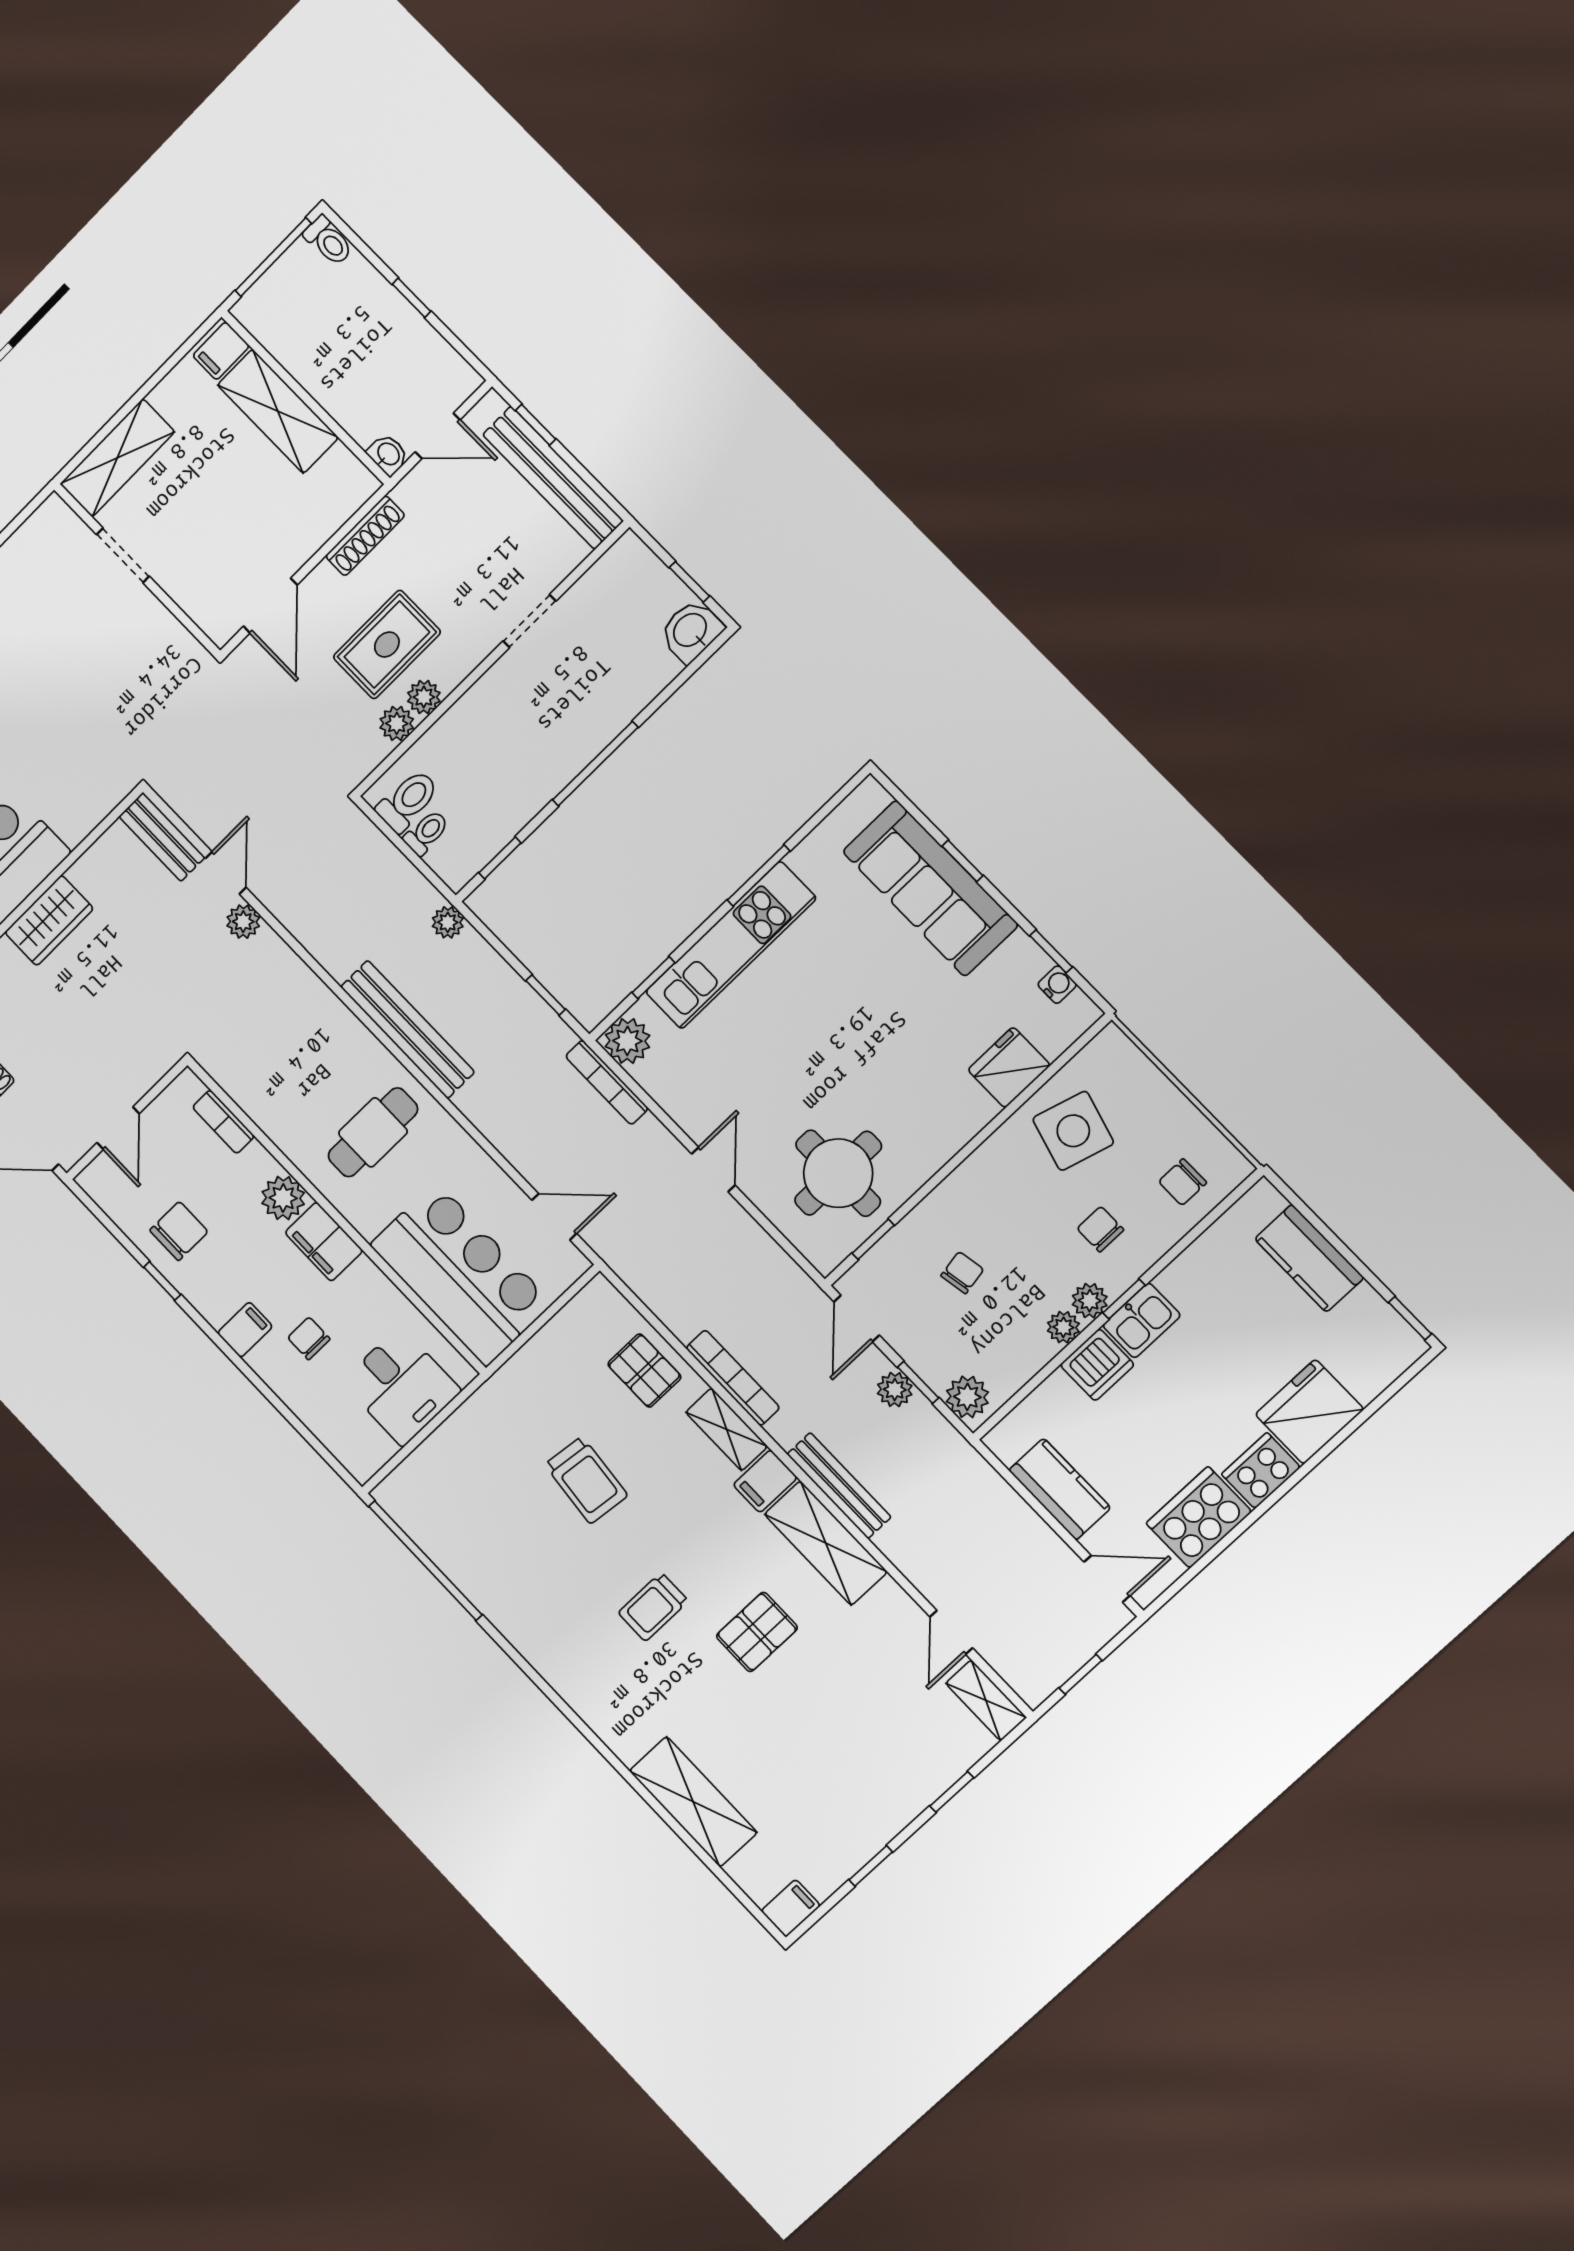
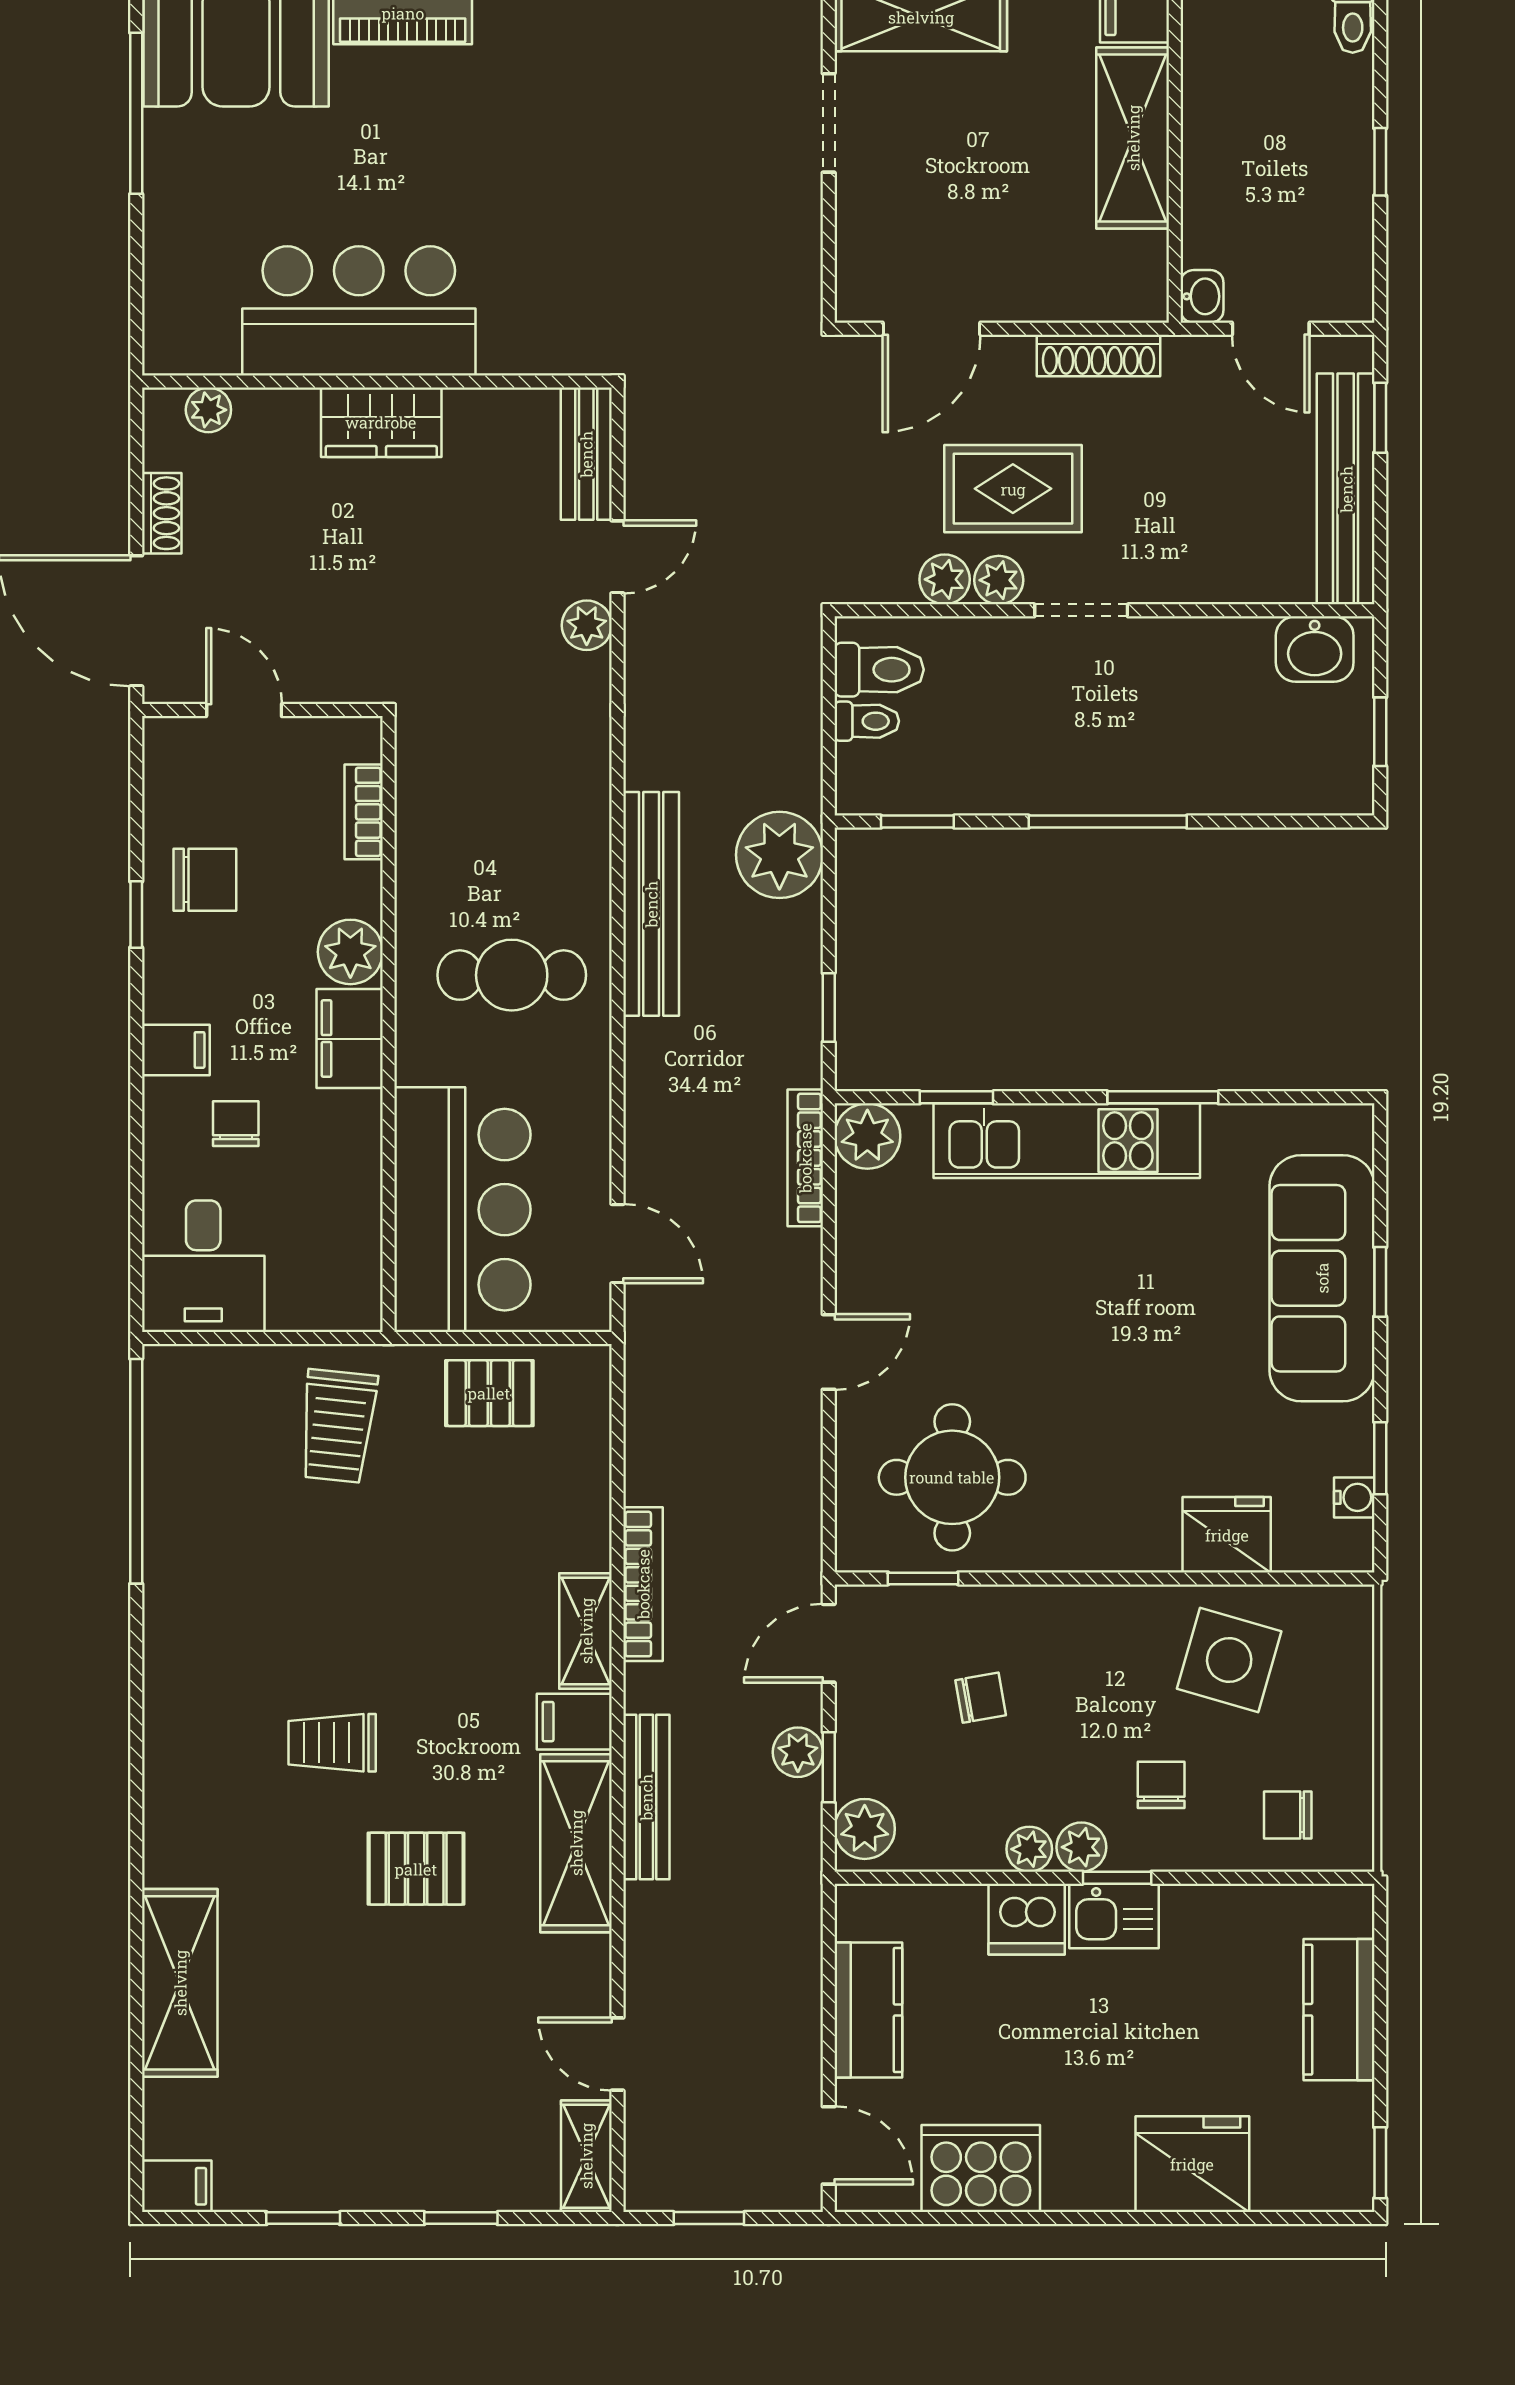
doorway: (530, 621) -> (1081, 610), moved
washbasin: (691, 631) -> (1315, 649), moved, turned 180
plant: (448, 922) -> (779, 855), width x1.87, depth x1.87
door: (118, 1128) -> (244, 710), swing flipped
pallet: (644, 1371) -> (489, 1393), moved, turned 90
desk: (401, 1386) -> (203, 1266), moved
cooker: (1261, 1471) -> (1088, 2179), removed
trolley: (586, 1480) -> (338, 1426), moved
door: (951, 1632) -> (617, 2054), hinge flipped

